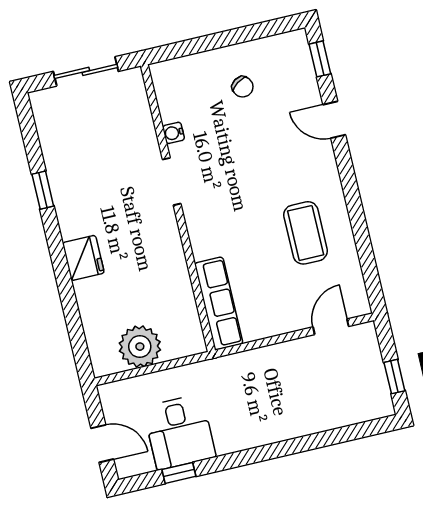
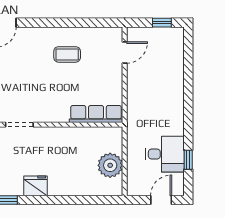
coffee table: (306, 233) -> (67, 54), width x0.73, depth x0.77
fridge: (83, 258) -> (35, 186), moved
door: (331, 327) -> (125, 53), swing flipped

